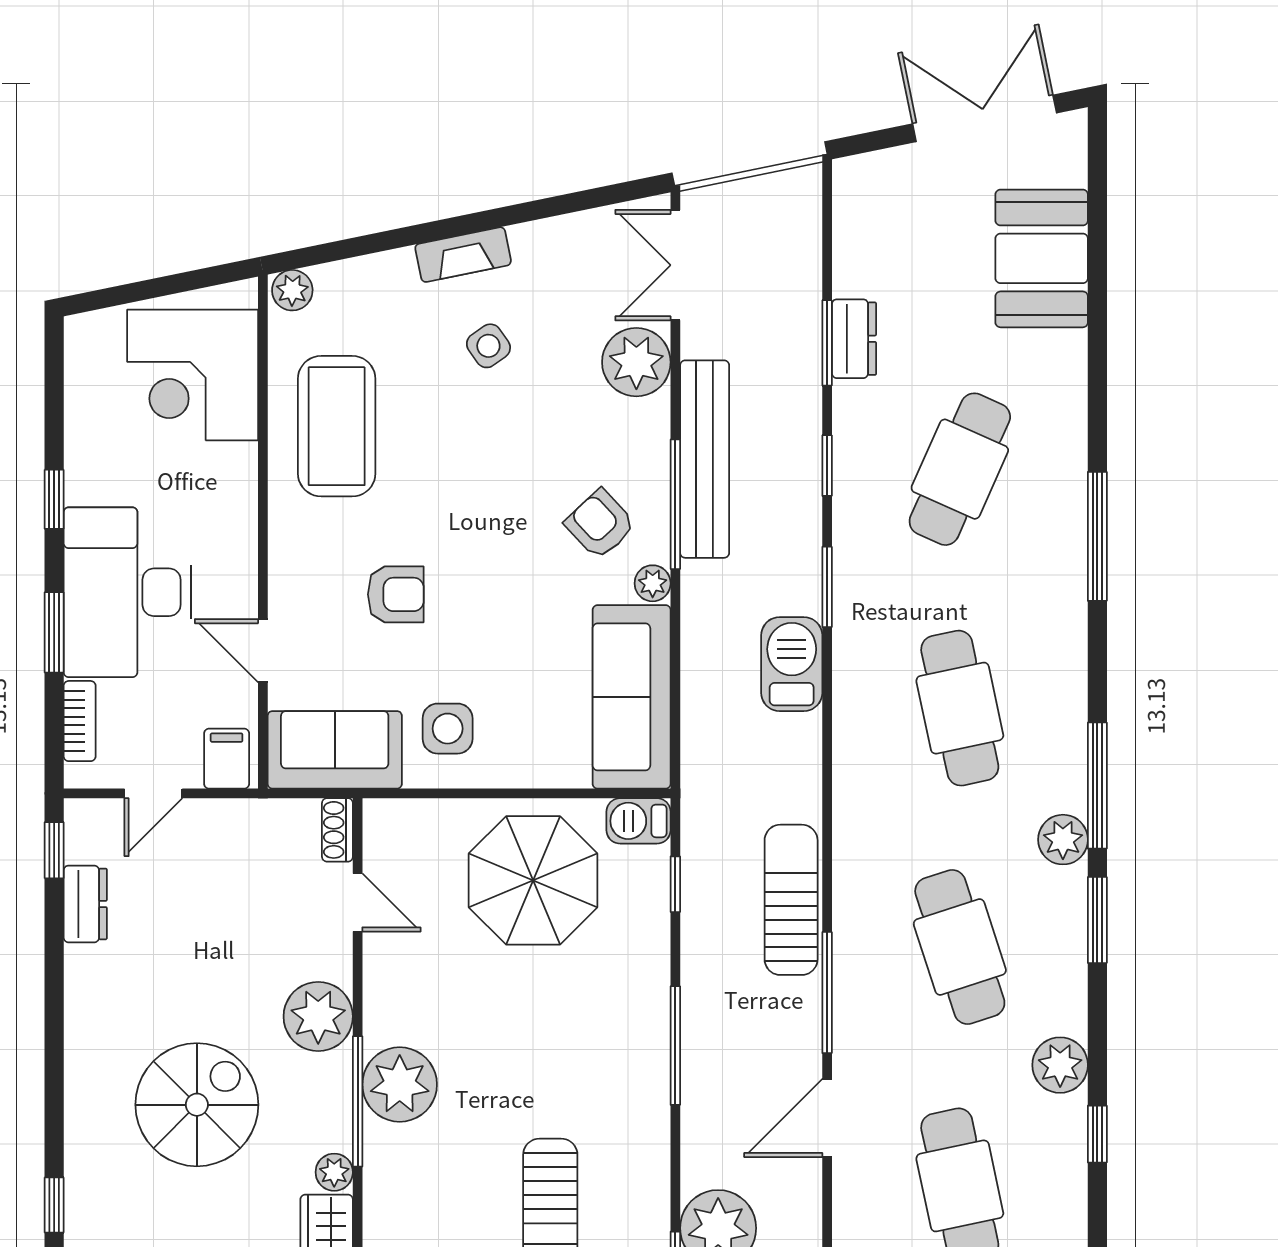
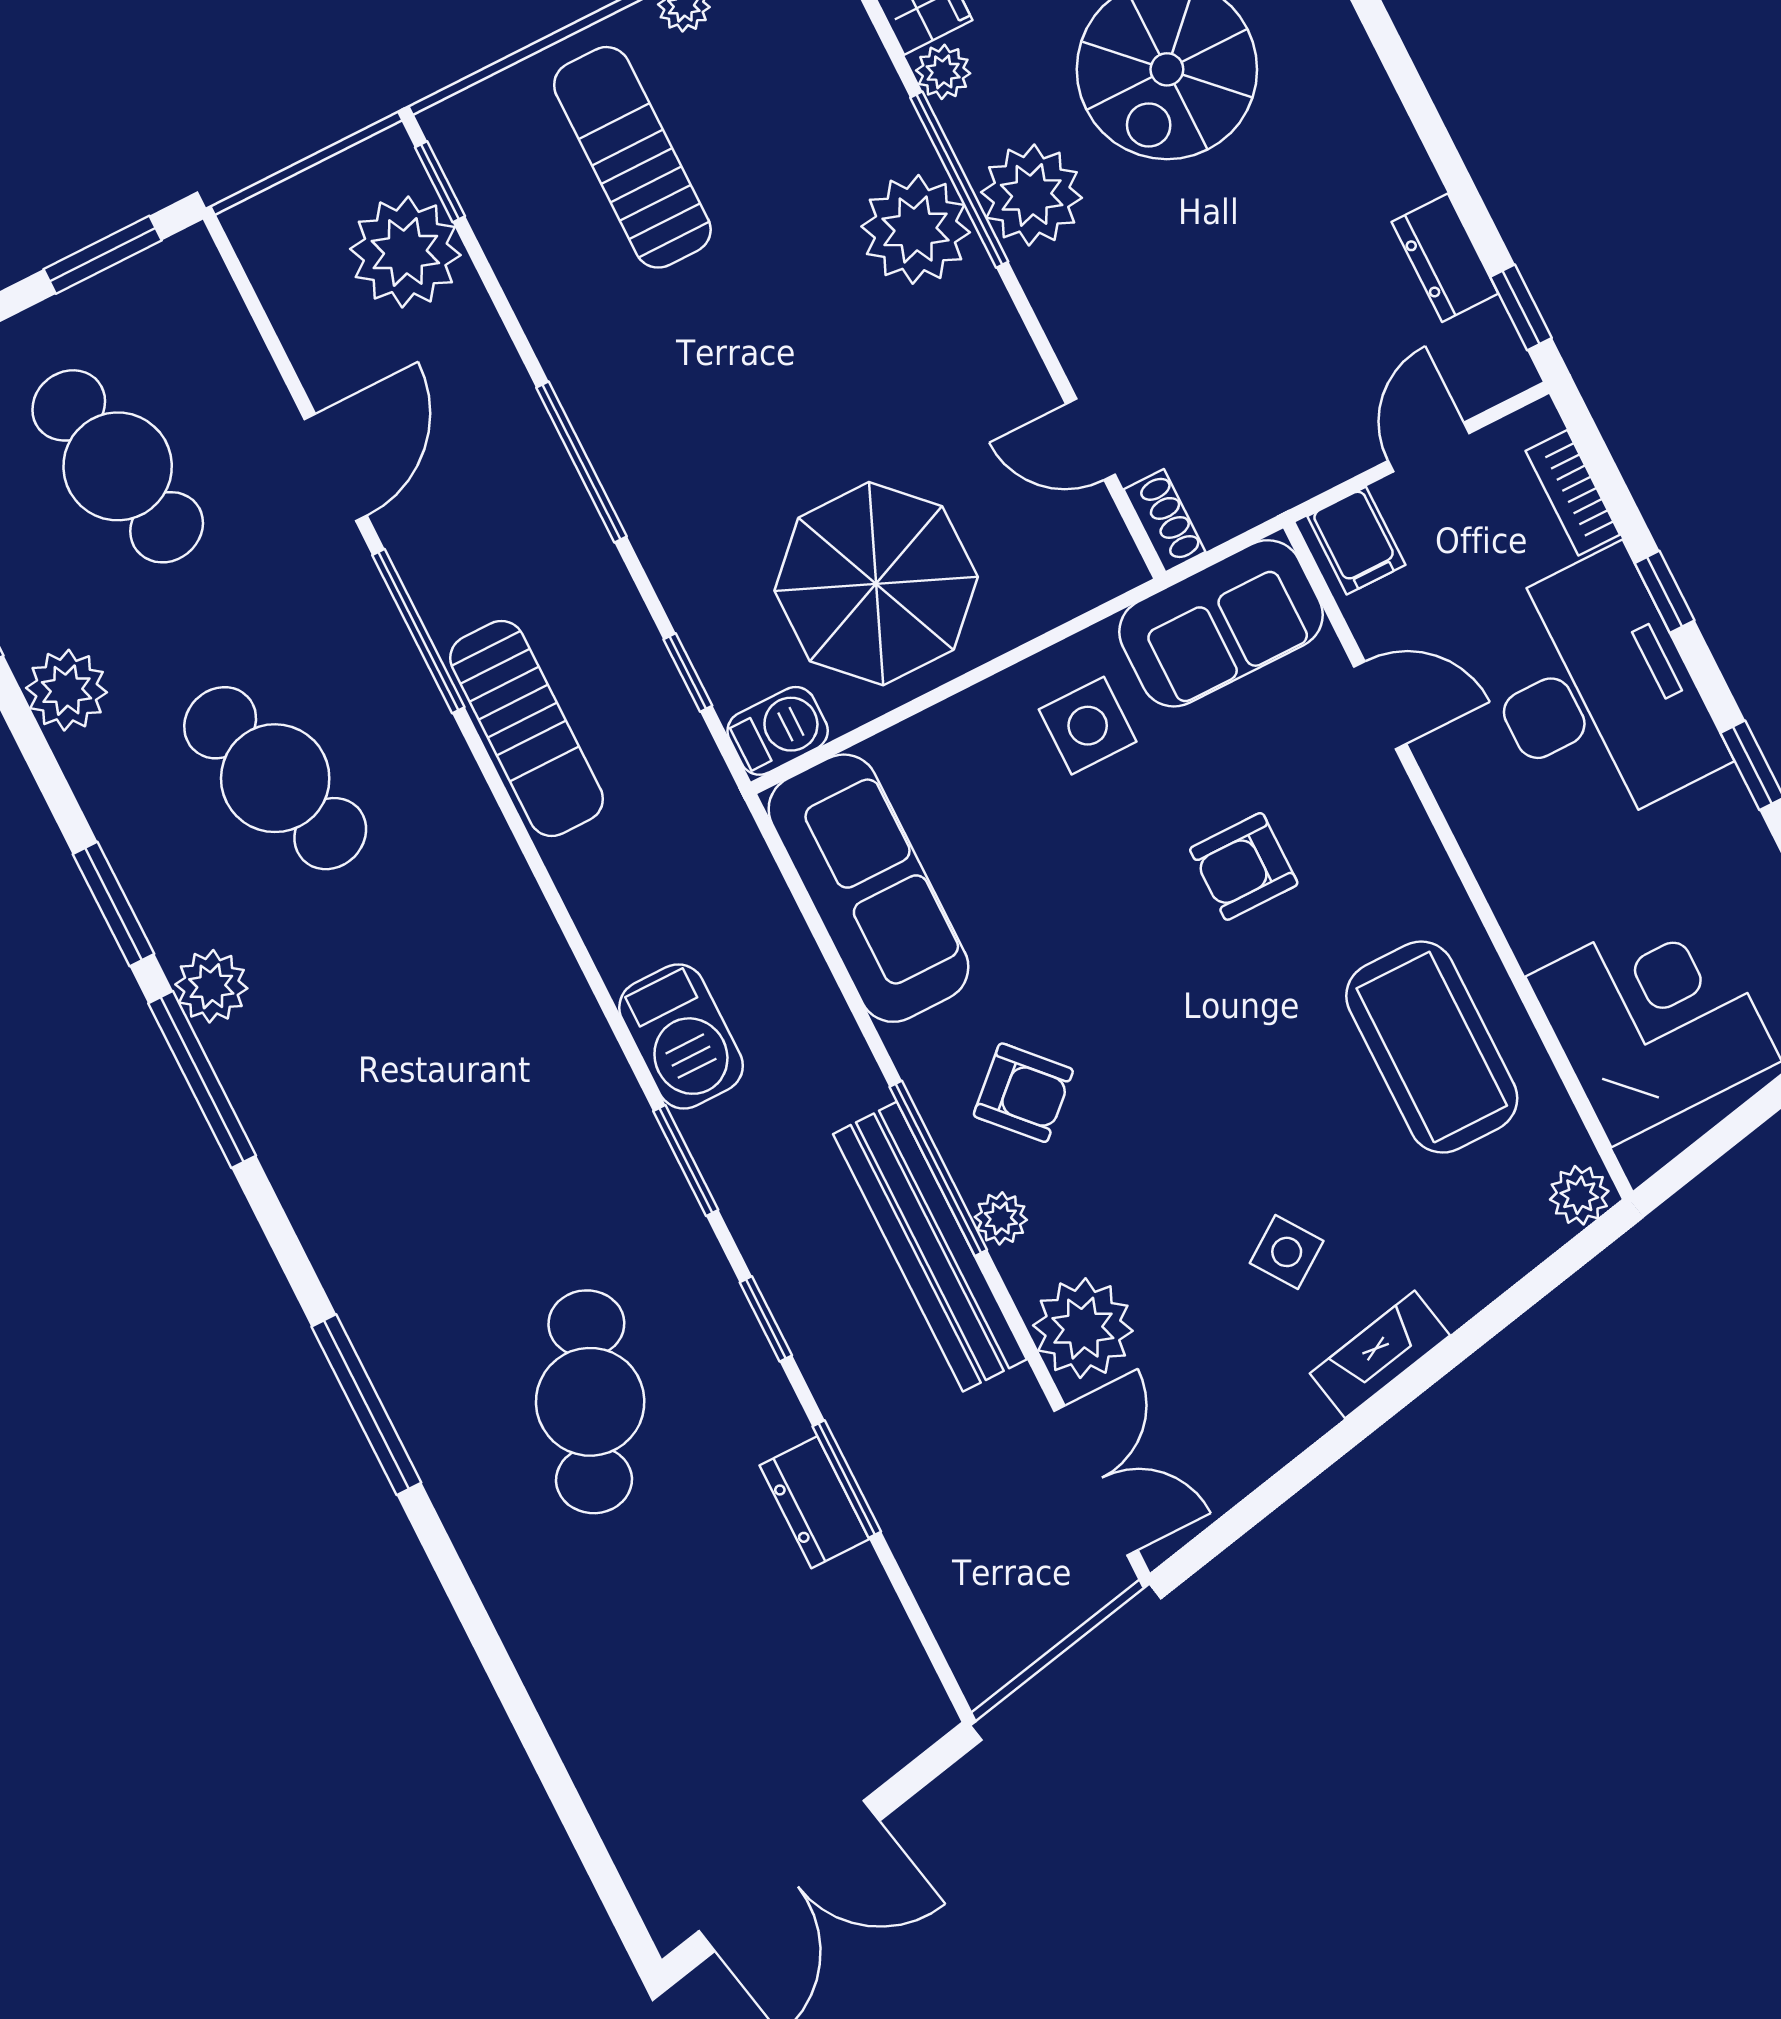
booth: (1042, 258) -> (622, 1731), removed
plant: (653, 583) -> (1001, 1218), moved
window: (54, 632) -> (1665, 592), width x0.67
cafe table: (960, 708) -> (433, 1090), removed
plant: (318, 1016) -> (1032, 195), moved

